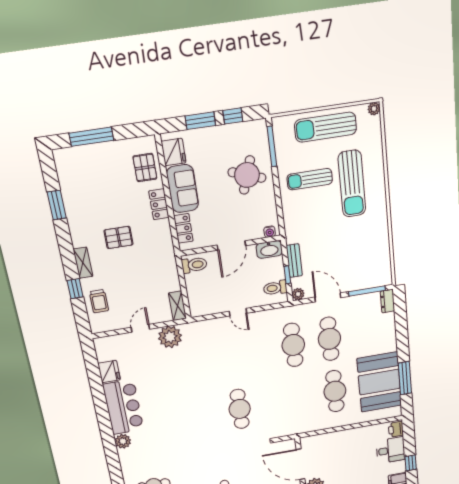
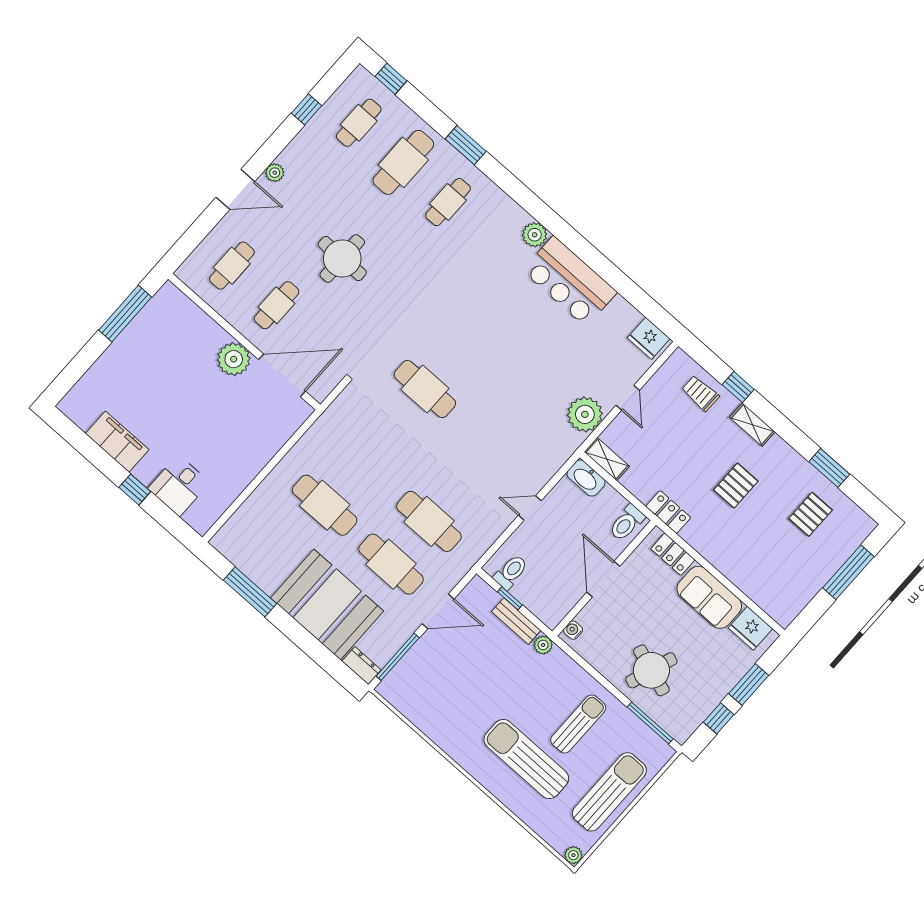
pallet: (145, 168) -> (811, 514), moved, turned 90
locker: (159, 204) -> (668, 512), moved
washbasin: (269, 250) -> (586, 478), moved, turned -90
plant: (298, 294) -> (543, 645), moved
fridge: (109, 372) -> (649, 338), moved
booth: (379, 382) -> (327, 604), moved
printer: (396, 429) -> (198, 518), removed

